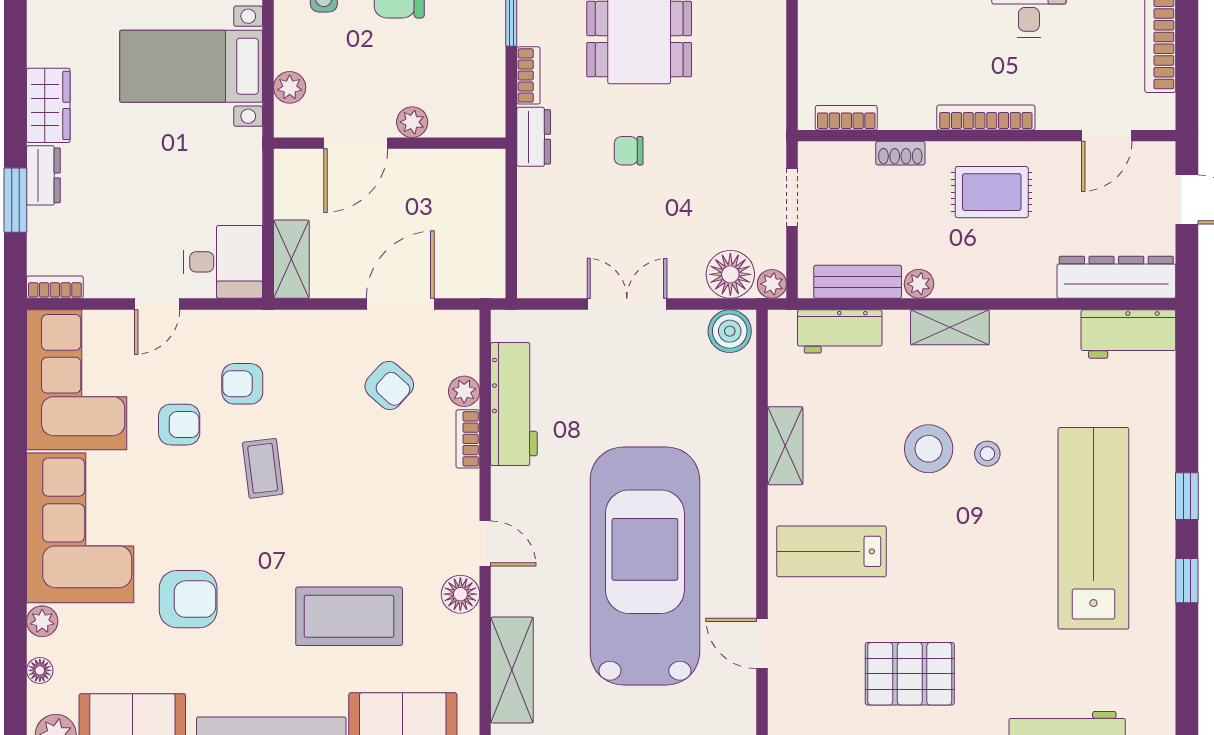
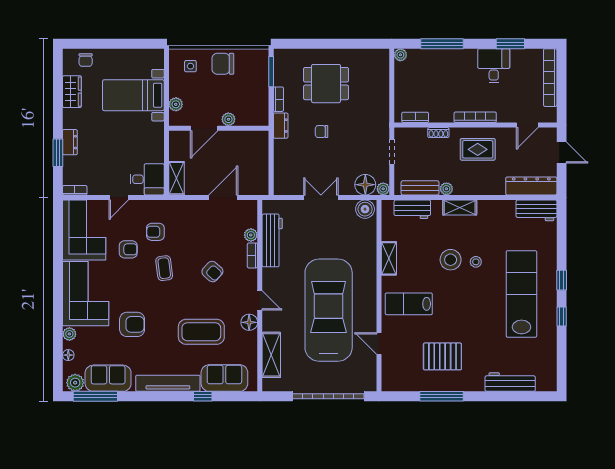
wardrobe: (48, 105) -> (72, 92), moved
armchair: (389, 385) -> (212, 272), moved

